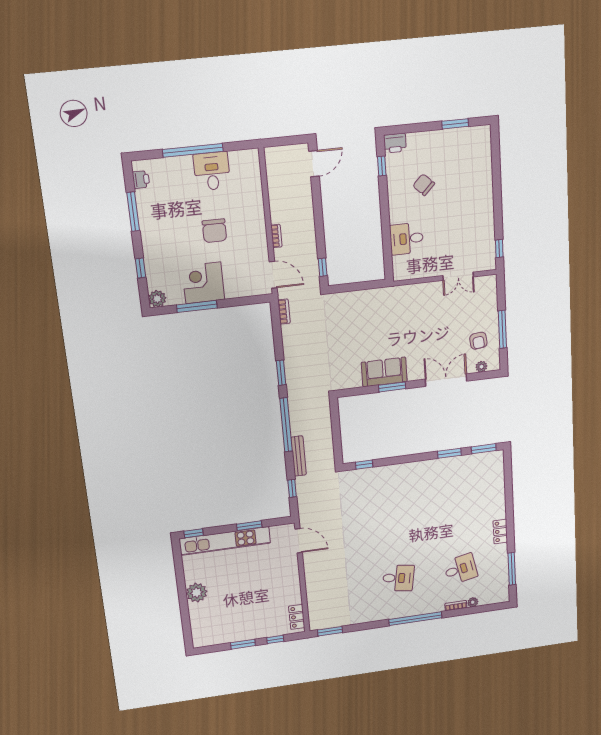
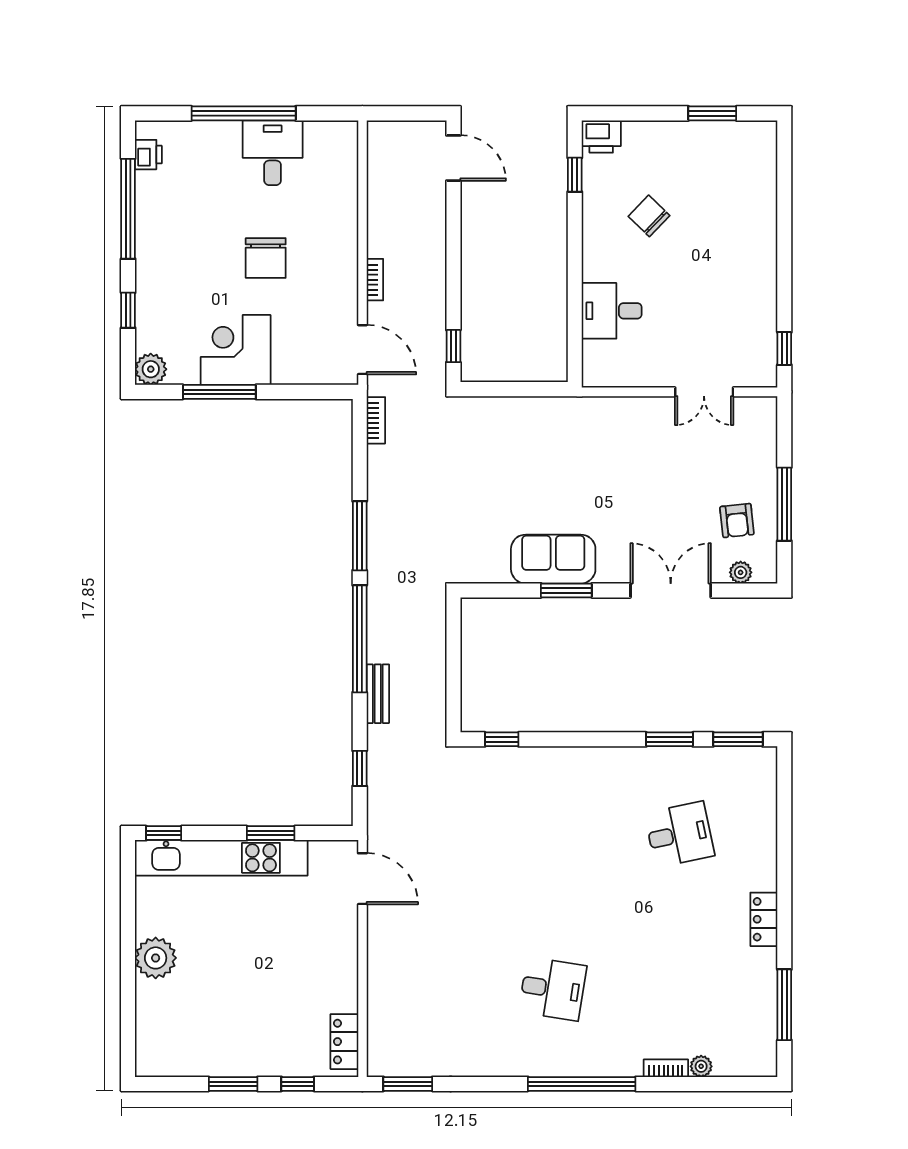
door: (314, 164) -> (453, 158), hinge flipped
window: (133, 212) -> (128, 209), width x1.46
window: (281, 373) -> (360, 536), width x1.44
bench: (299, 456) -> (378, 694), width x0.73
desk: (461, 569) -> (680, 834), moved

